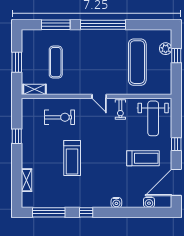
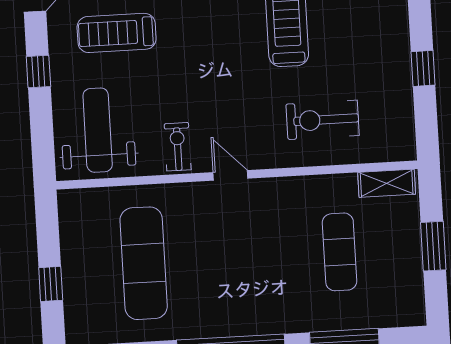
plant: (166, 49) -> (77, 299), removed

